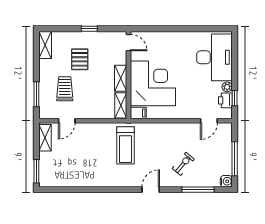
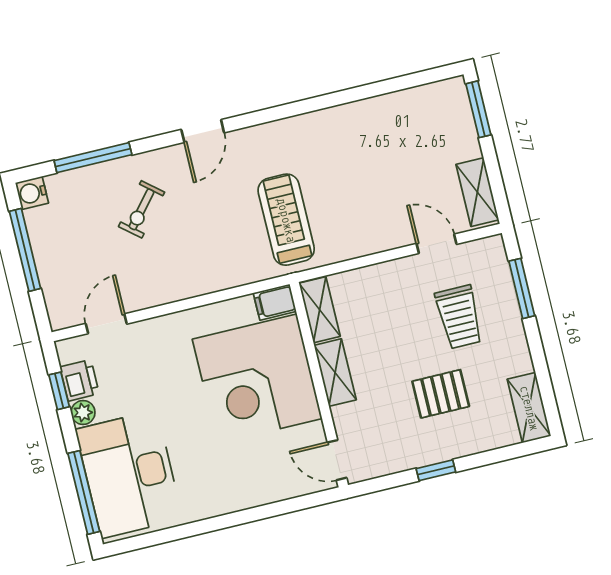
window: (235, 54) -> (84, 492), added
pallet: (80, 59) -> (441, 394), turned 90
door: (67, 121) -> (436, 244), hinge flipped

